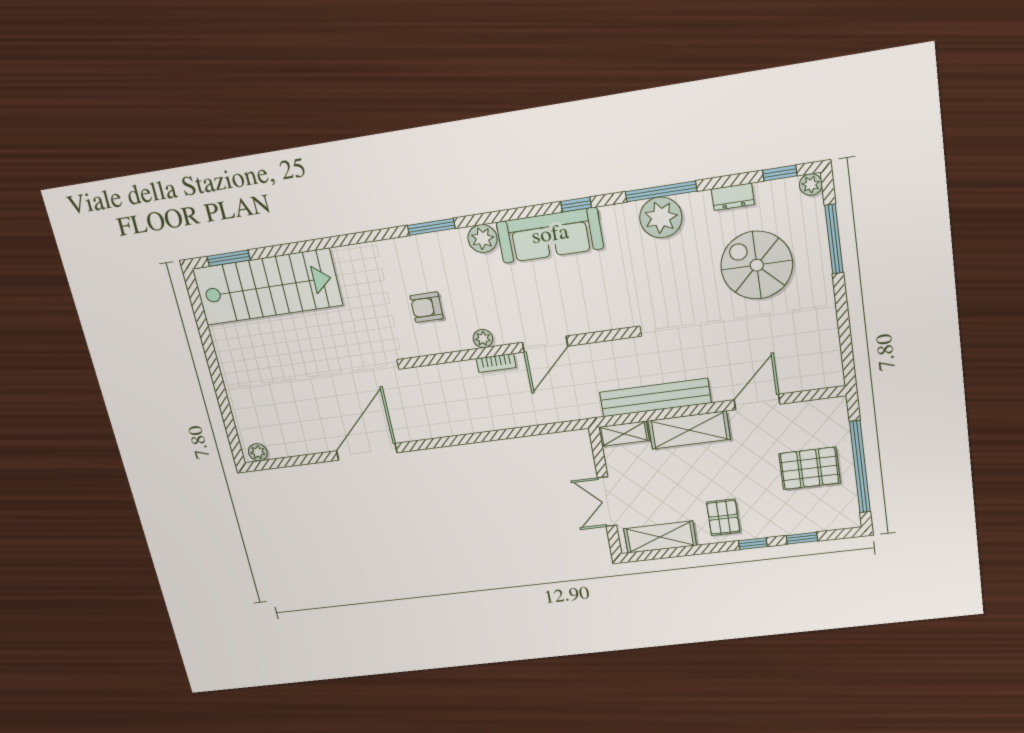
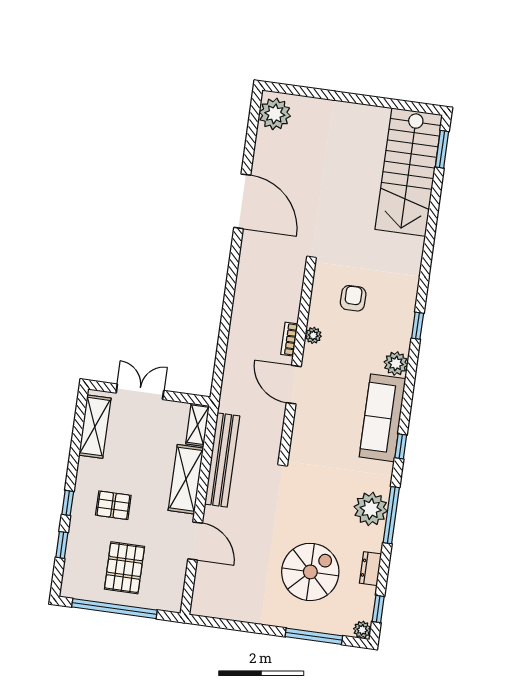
window: (431, 227) -> (418, 326), width x0.67
plant: (258, 452) -> (275, 114), width x1.88, depth x1.88
pallet: (723, 517) -> (113, 505), moved

